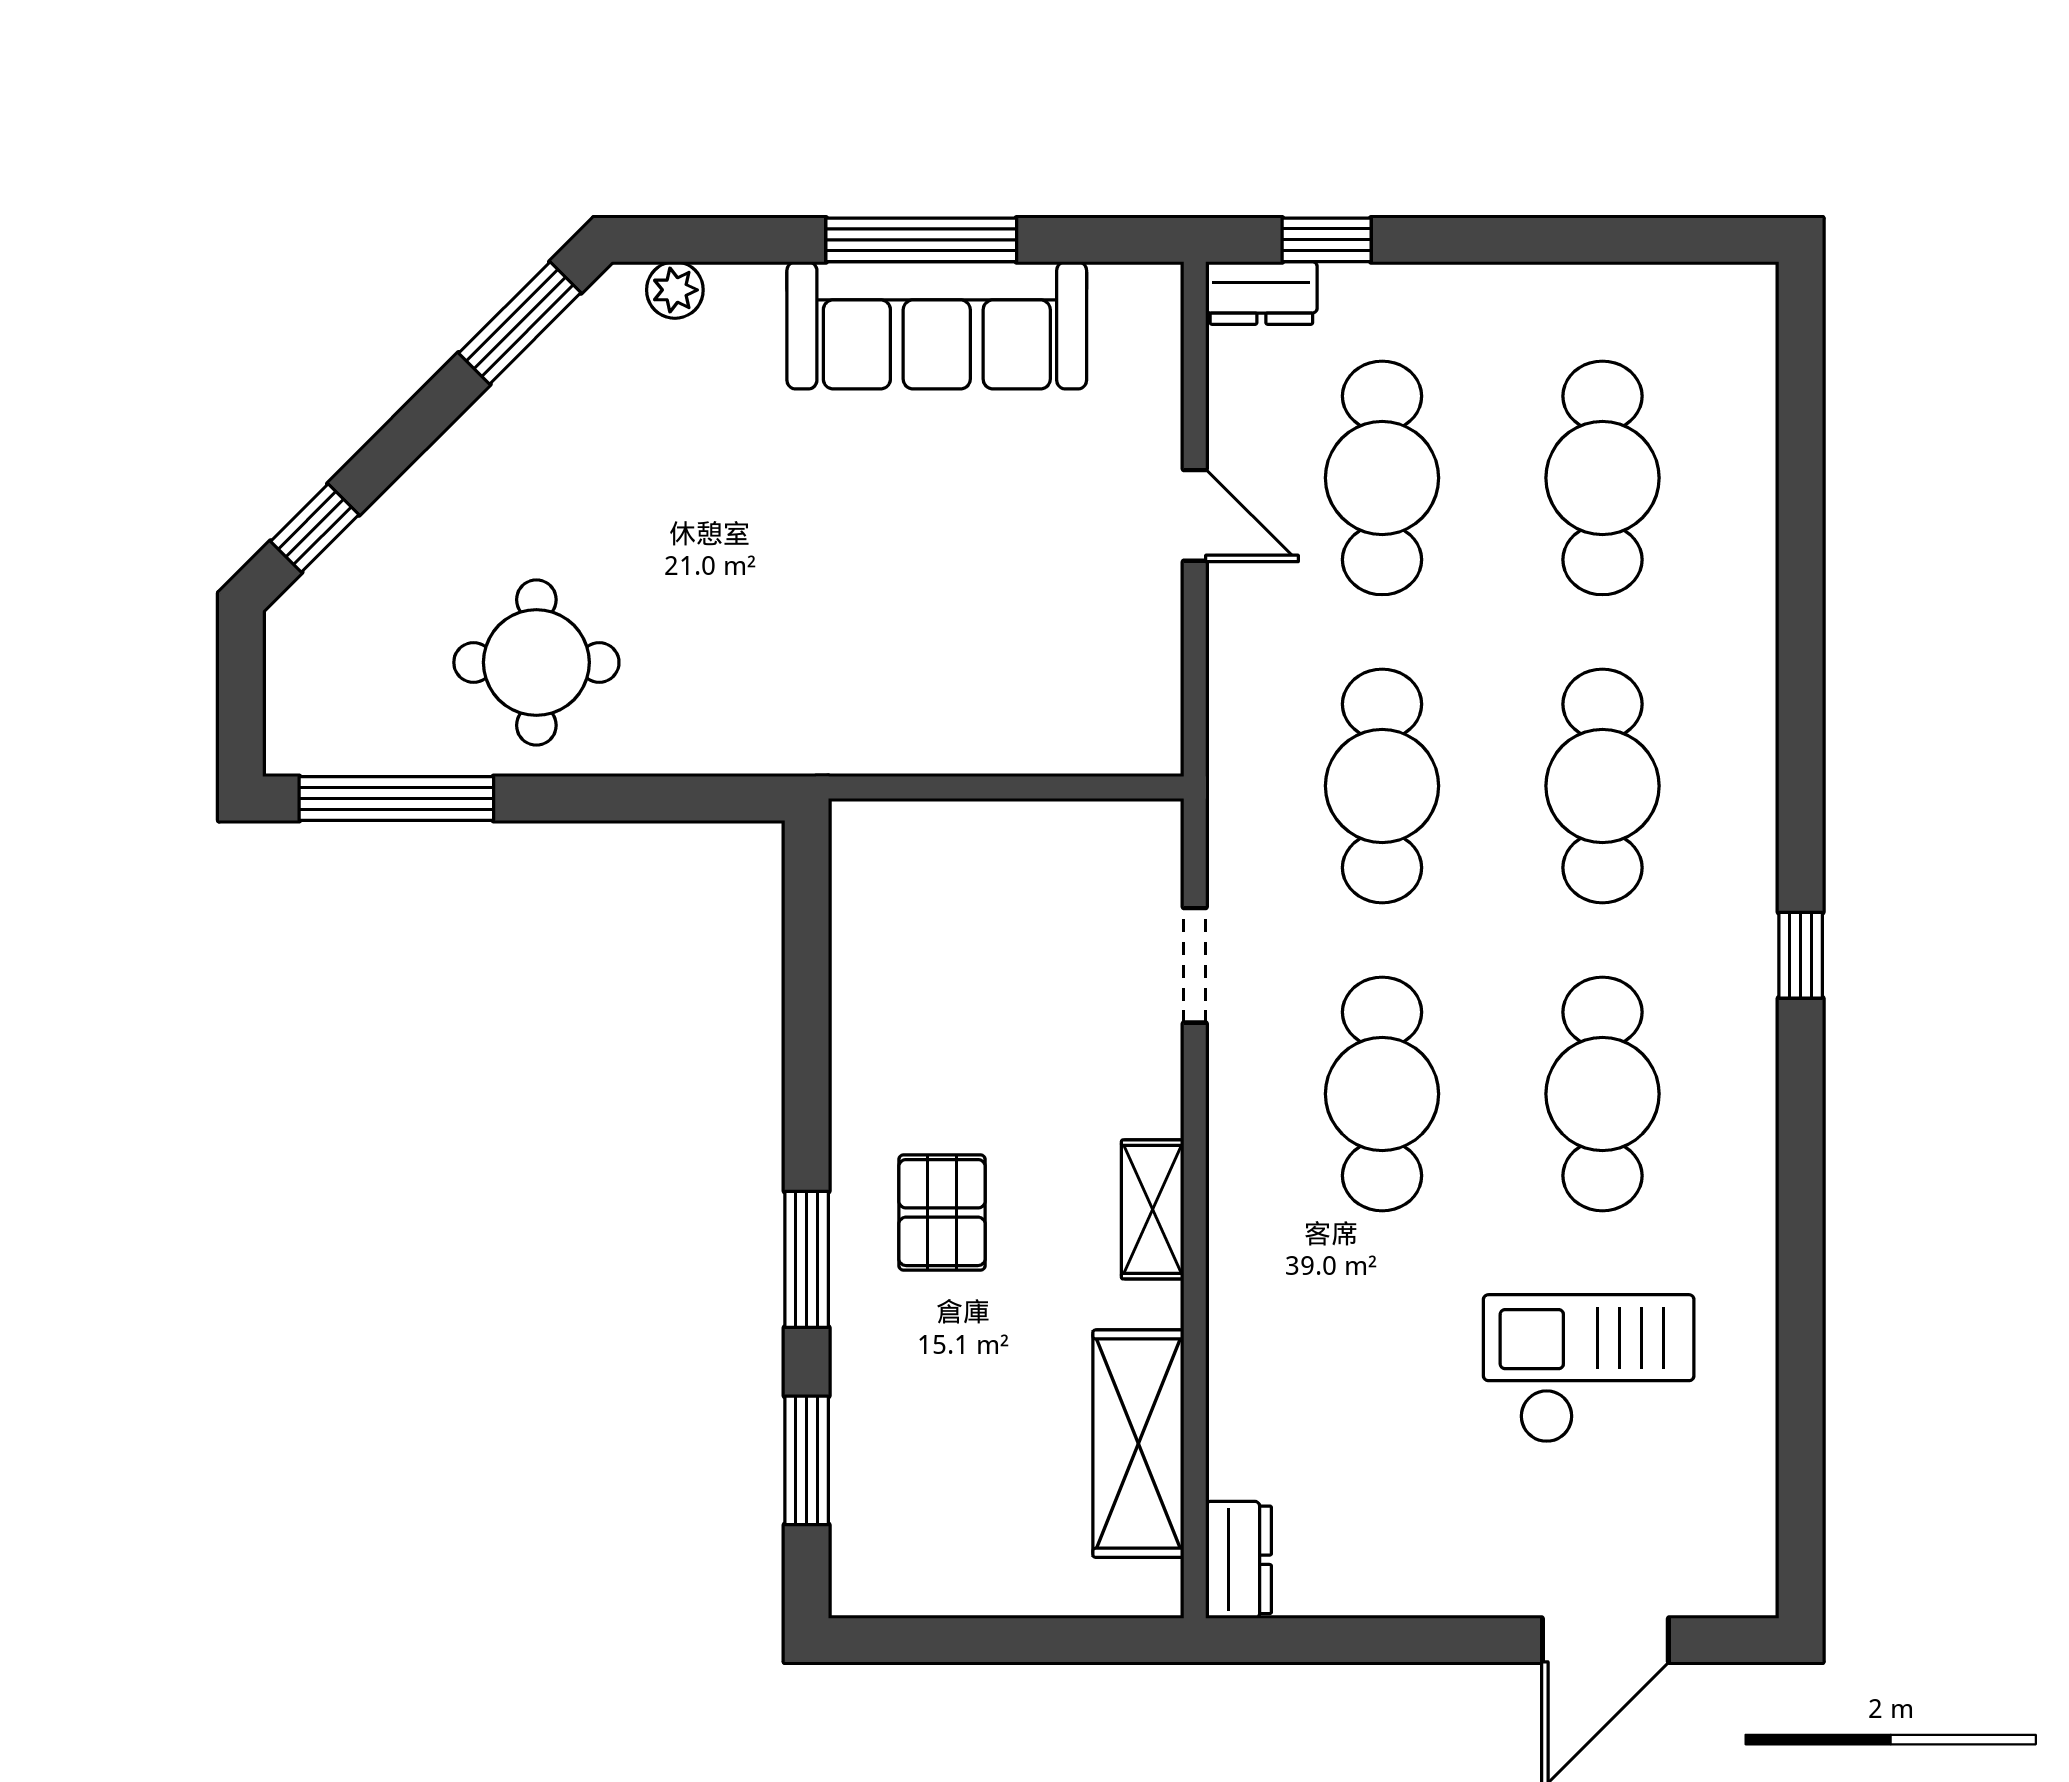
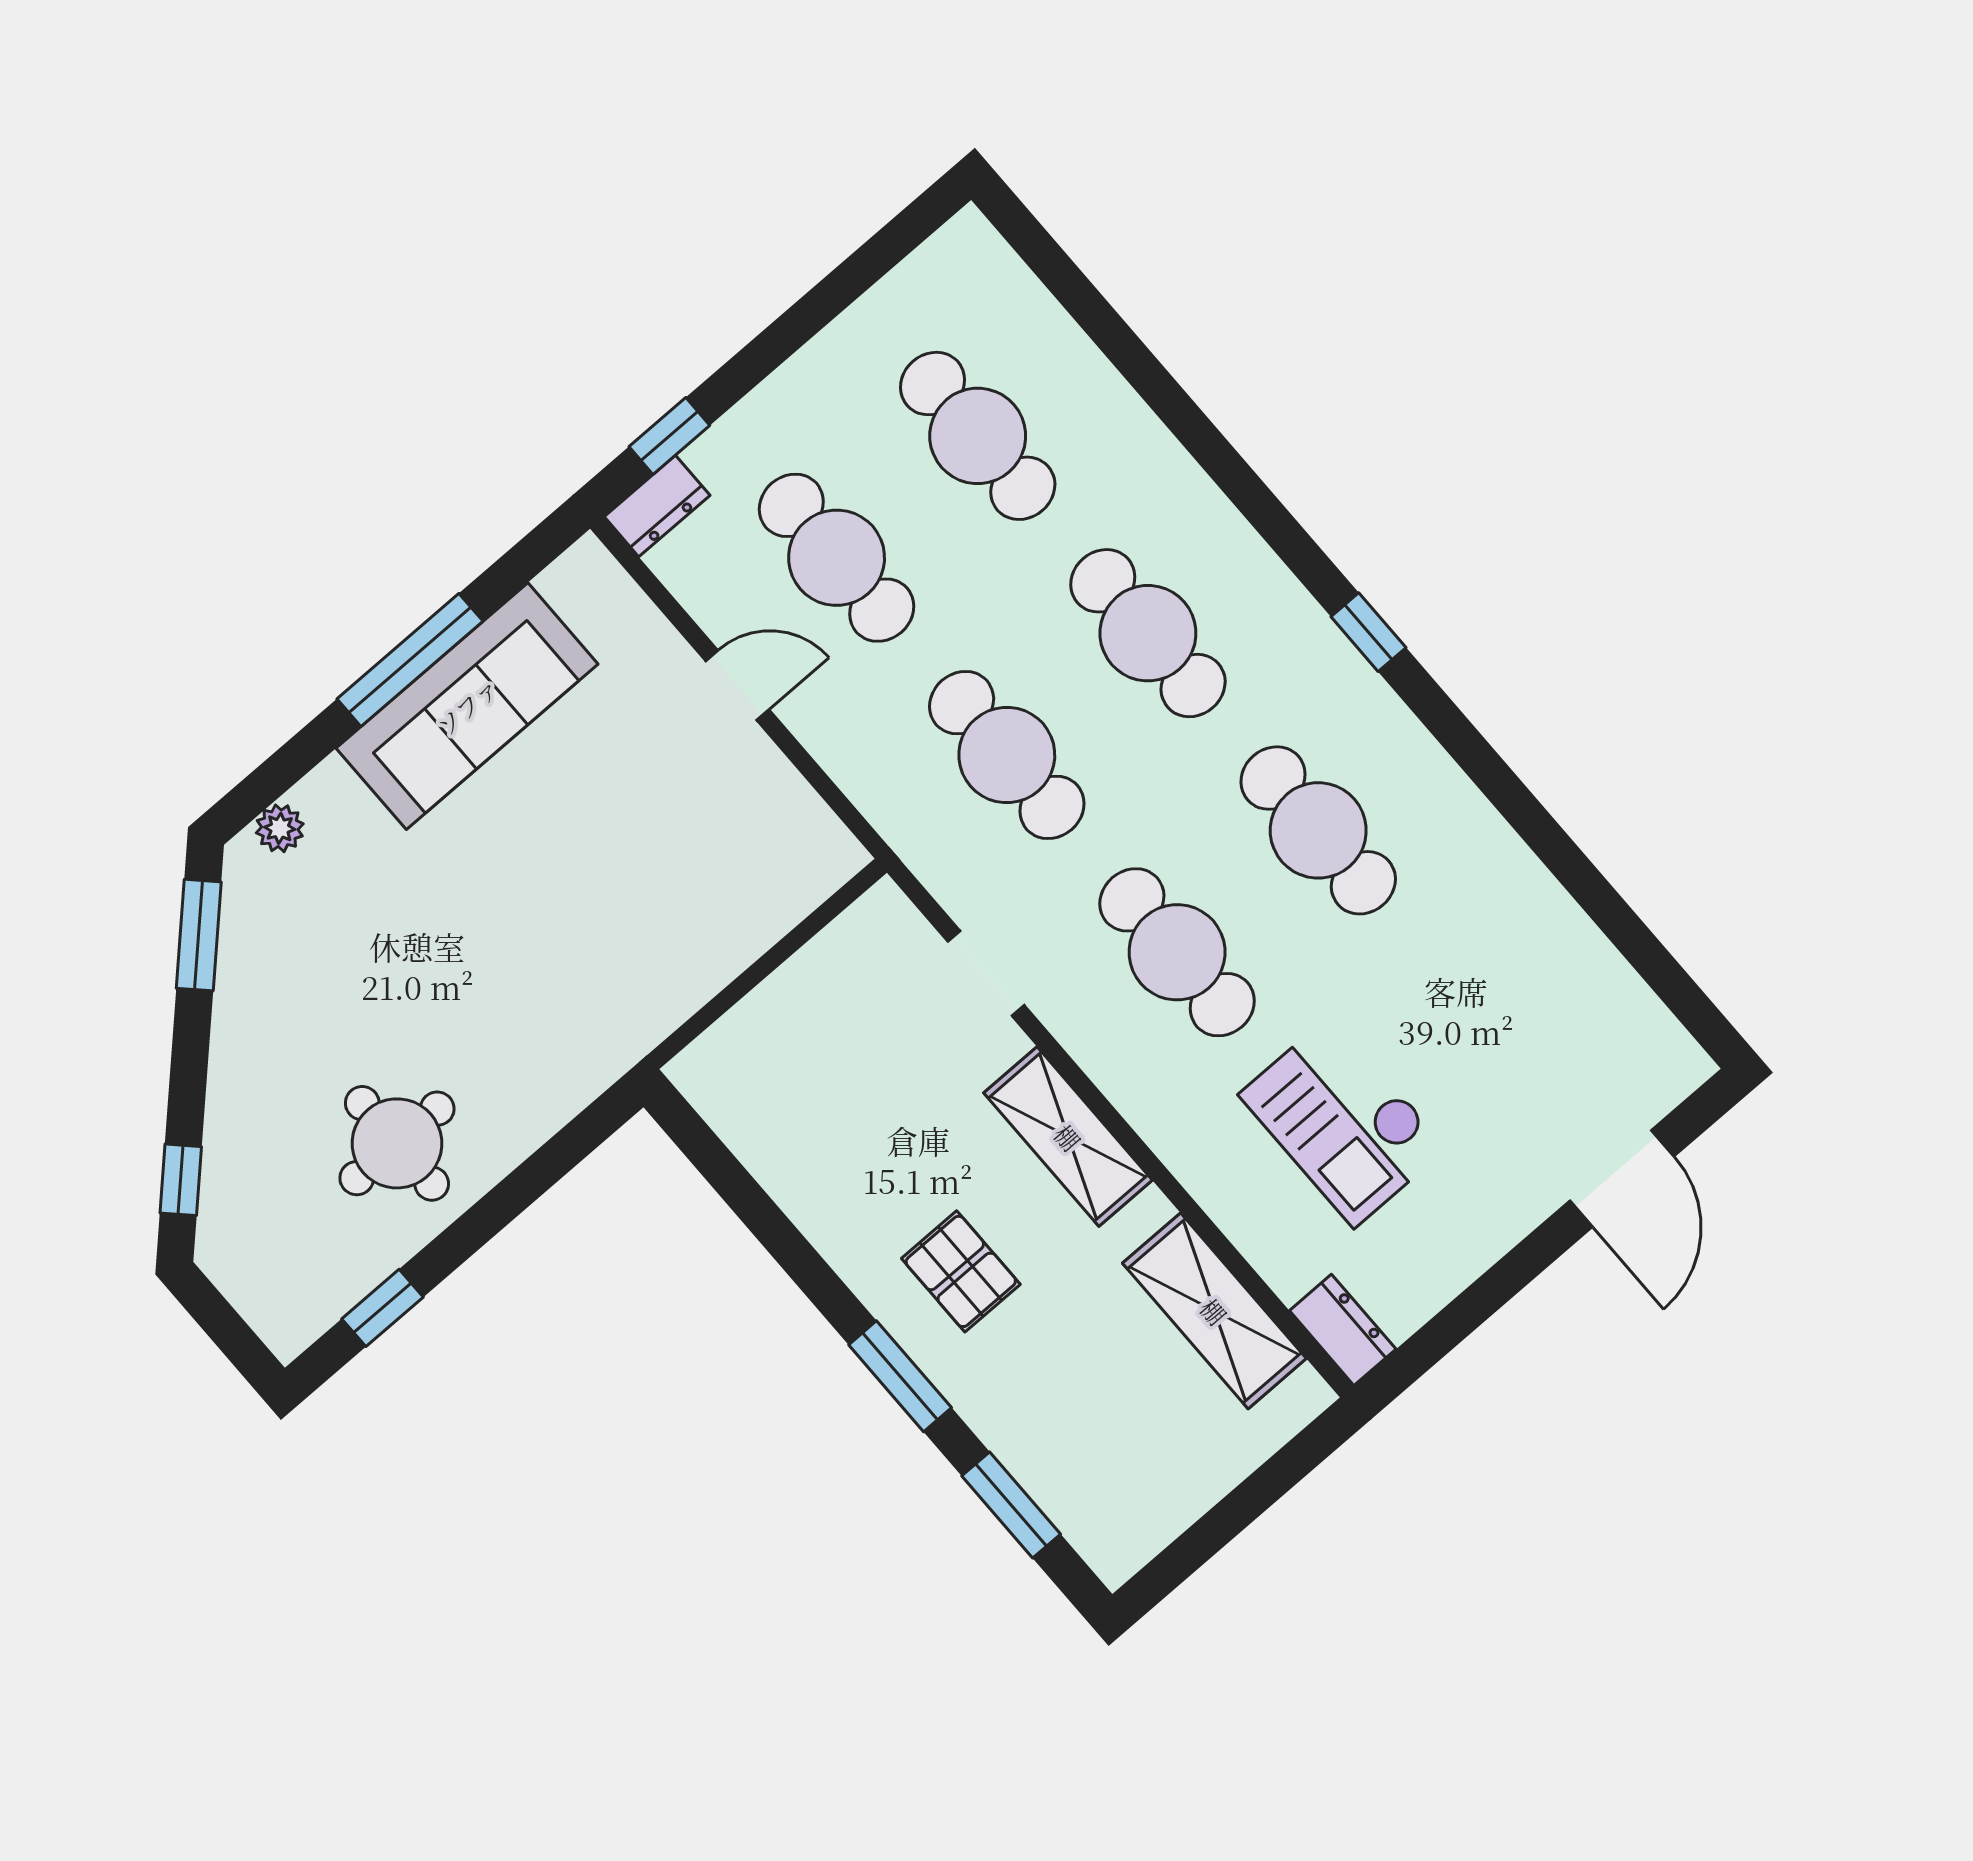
window: (396, 798) -> (382, 1308), width x0.46
shelving: (1153, 1209) -> (1068, 1137), width x1.50, depth x1.33
checkout: (1589, 1369) -> (1343, 1121), moved, turned -90

